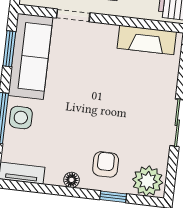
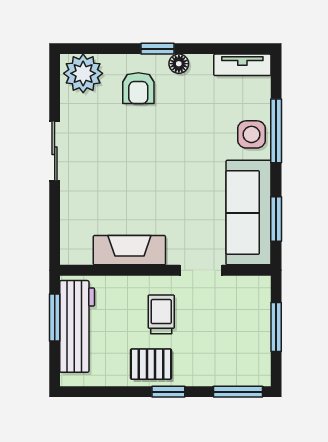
fireplace: (147, 40) -> (129, 250), moved
window: (113, 197) -> (158, 49), moved

